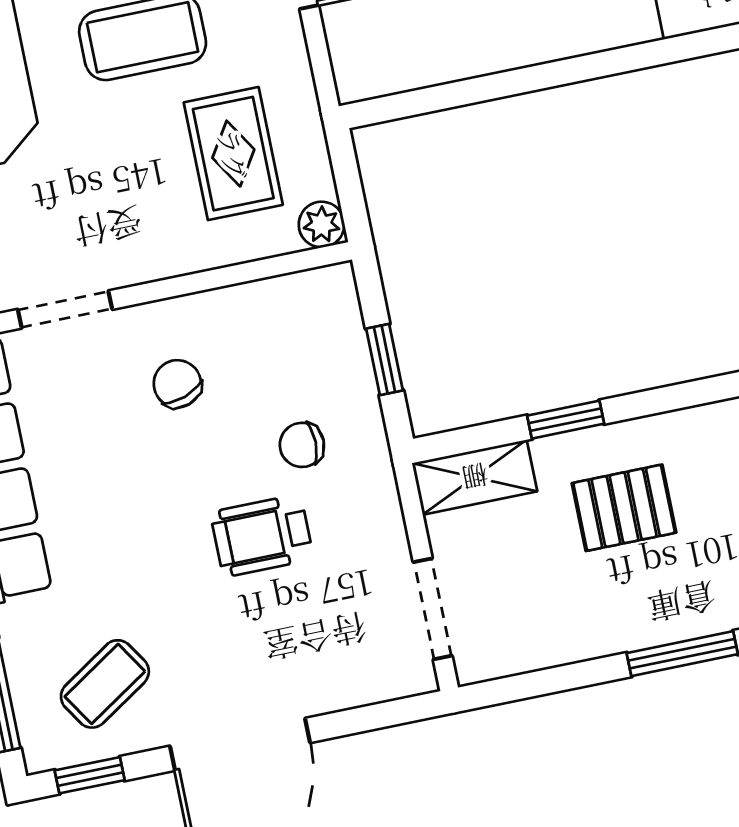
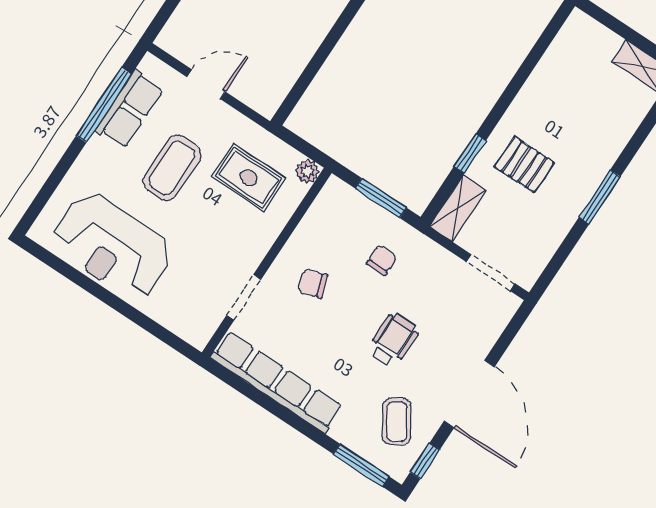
window: (385, 360) -> (381, 198), width x1.50
chair: (302, 445) -> (382, 260), turned 180
pallet: (624, 508) -> (524, 165), turned 90
wheelchair: (262, 536) -> (393, 340), moved, turned 180

